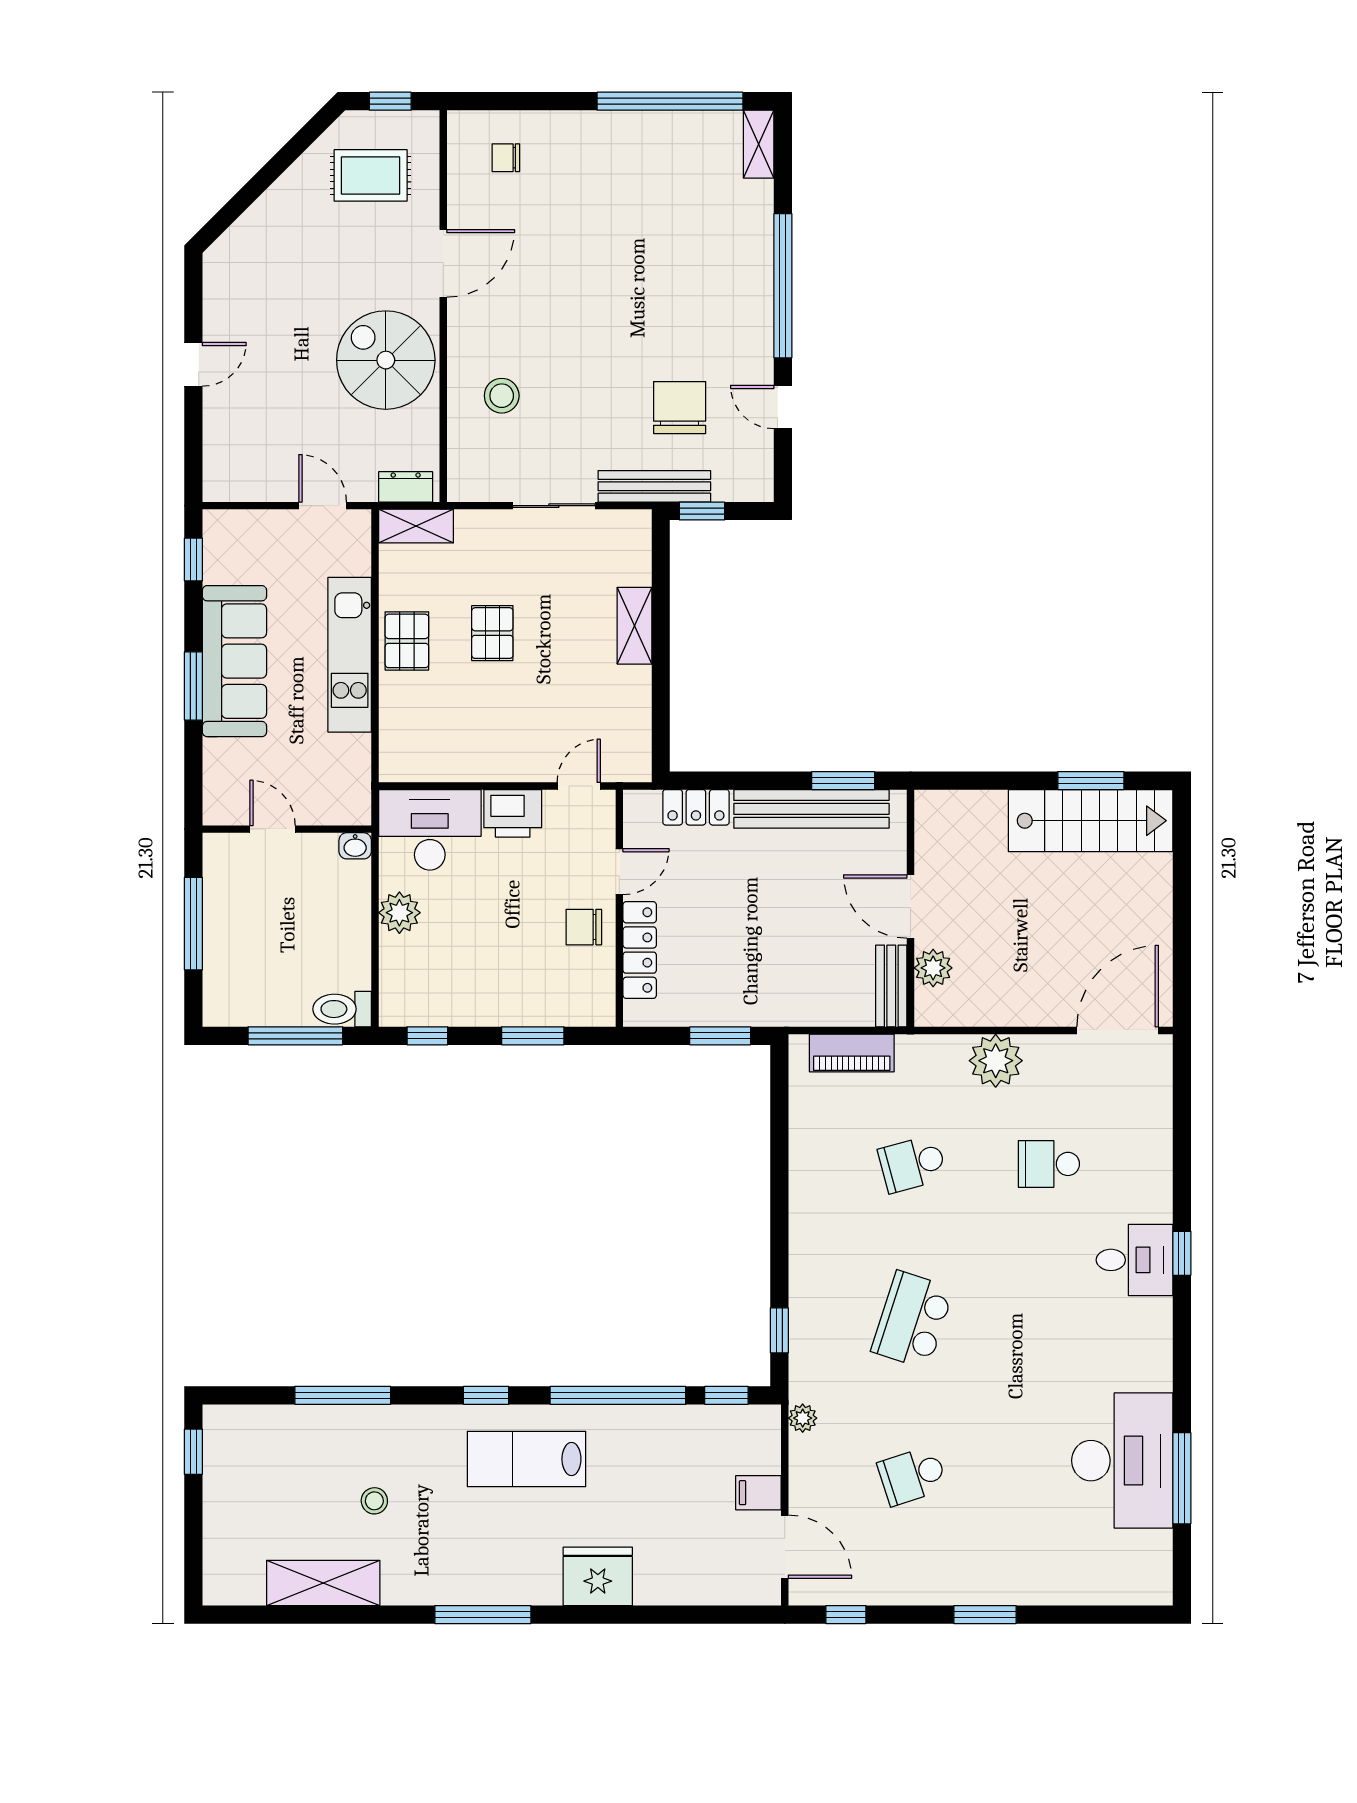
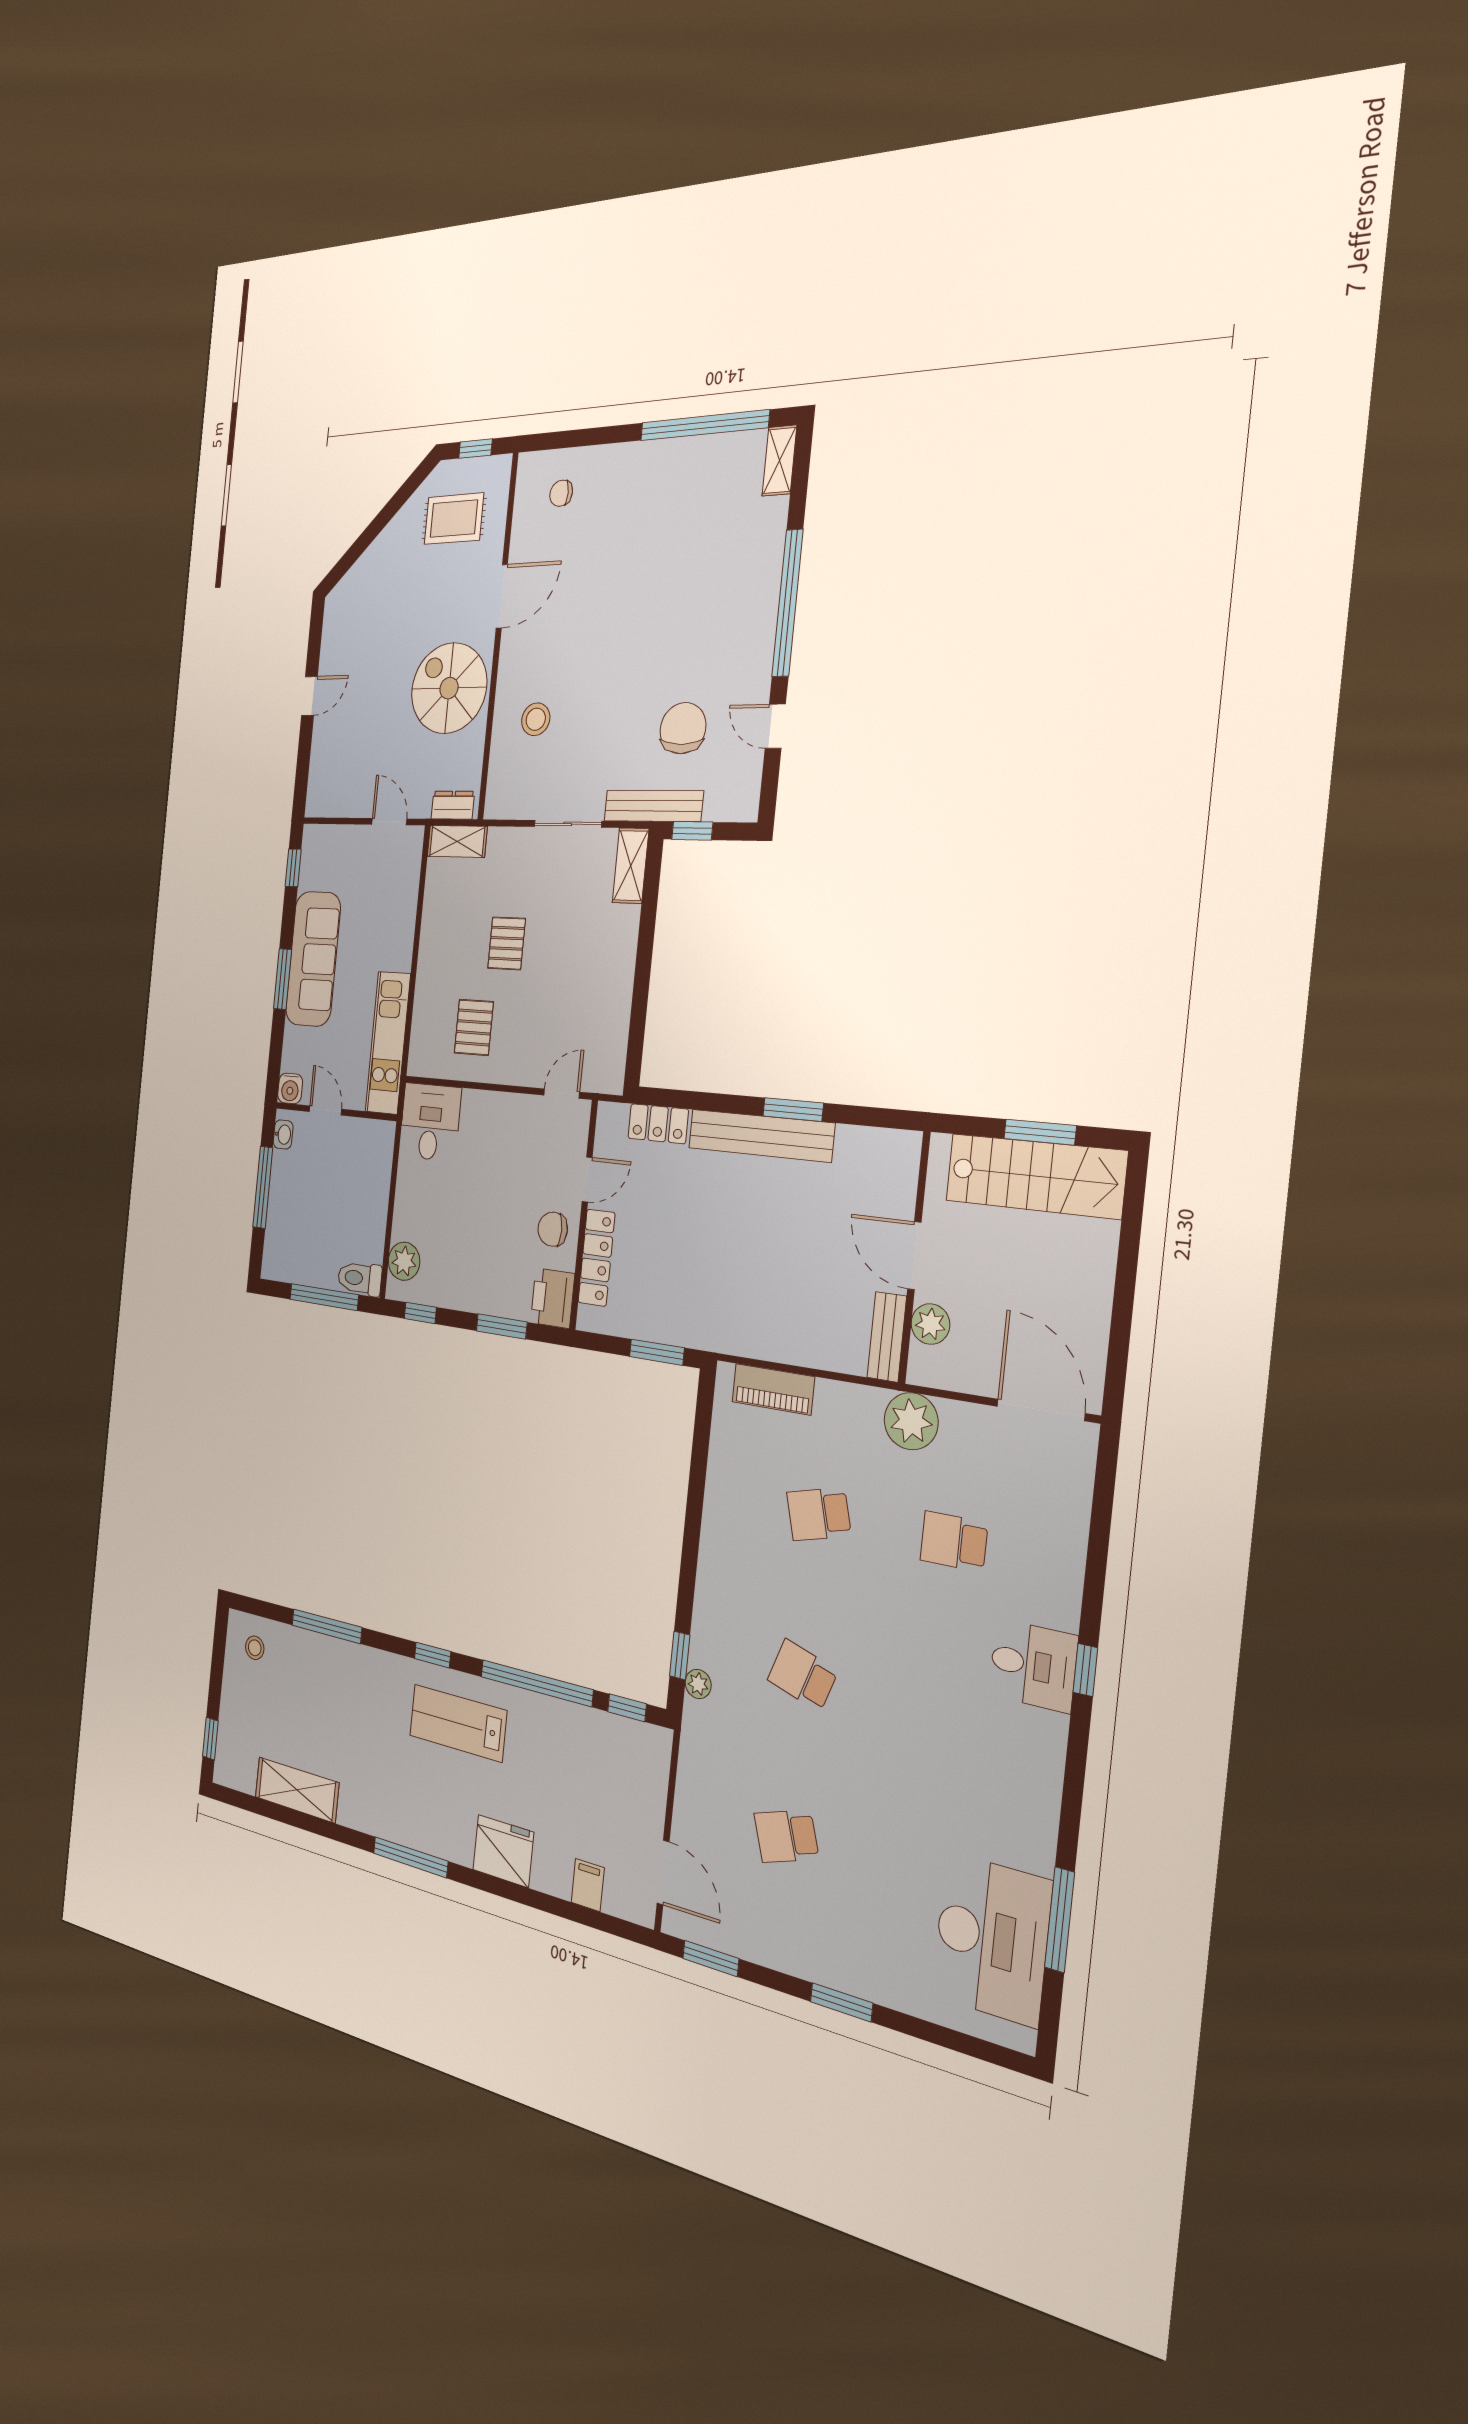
shelving: (634, 626) -> (631, 866), moved
pallet: (407, 641) -> (474, 1027), moved
kitchen unit: (350, 655) -> (388, 1043), moved
water cooler: (219, 809) -> (290, 1088), added
printer: (513, 813) -> (553, 1298), moved, turned 90
desk: (430, 830) -> (430, 1122), width x0.73
washbasin: (355, 846) -> (283, 1134), moved, turned -90
door: (911, 907) -> (914, 1256), moved
wall: (911, 908) -> (914, 1257), moved
plant: (399, 913) -> (404, 1261), moved
plant: (933, 968) -> (930, 1324), moved
bench: (891, 986) -> (887, 1337), moved
door: (1118, 1030) -> (1041, 1410), hinge flipped
school desk: (912, 1320) -> (803, 1675), width x0.54
plant: (803, 1418) -> (698, 1684), moved
window: (193, 1452) -> (210, 1739), moved
desk: (1122, 1461) -> (992, 1939), moved
filing cabinet: (758, 1493) -> (588, 1885), moved, turned 90
stool: (374, 1501) -> (255, 1648), moved
window: (846, 1615) -> (711, 1958), width x1.50

